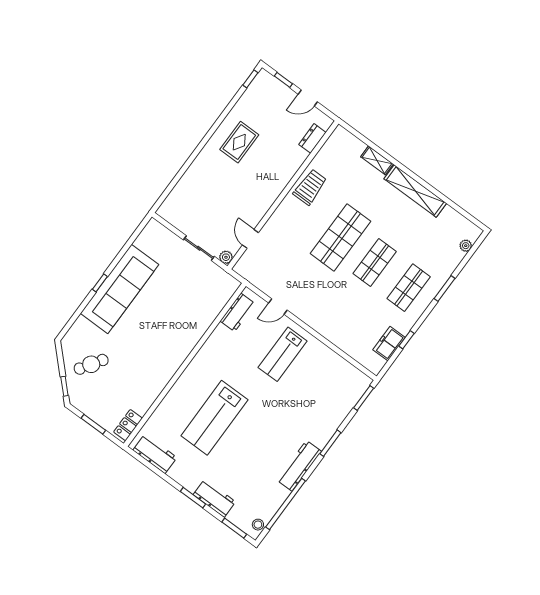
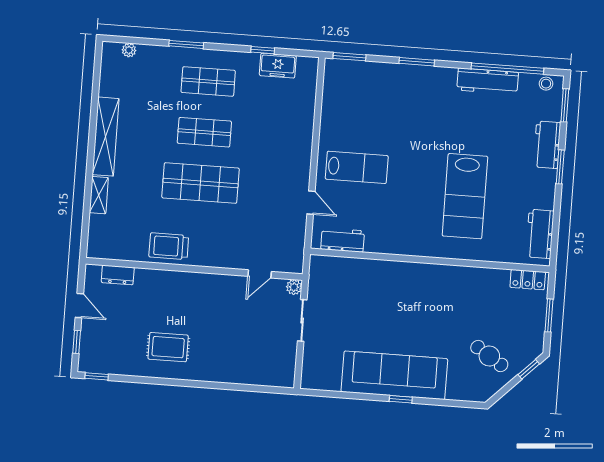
lab bench: (214, 418) -> (465, 196), turned 90
workbench: (299, 466) -> (488, 81), moved

